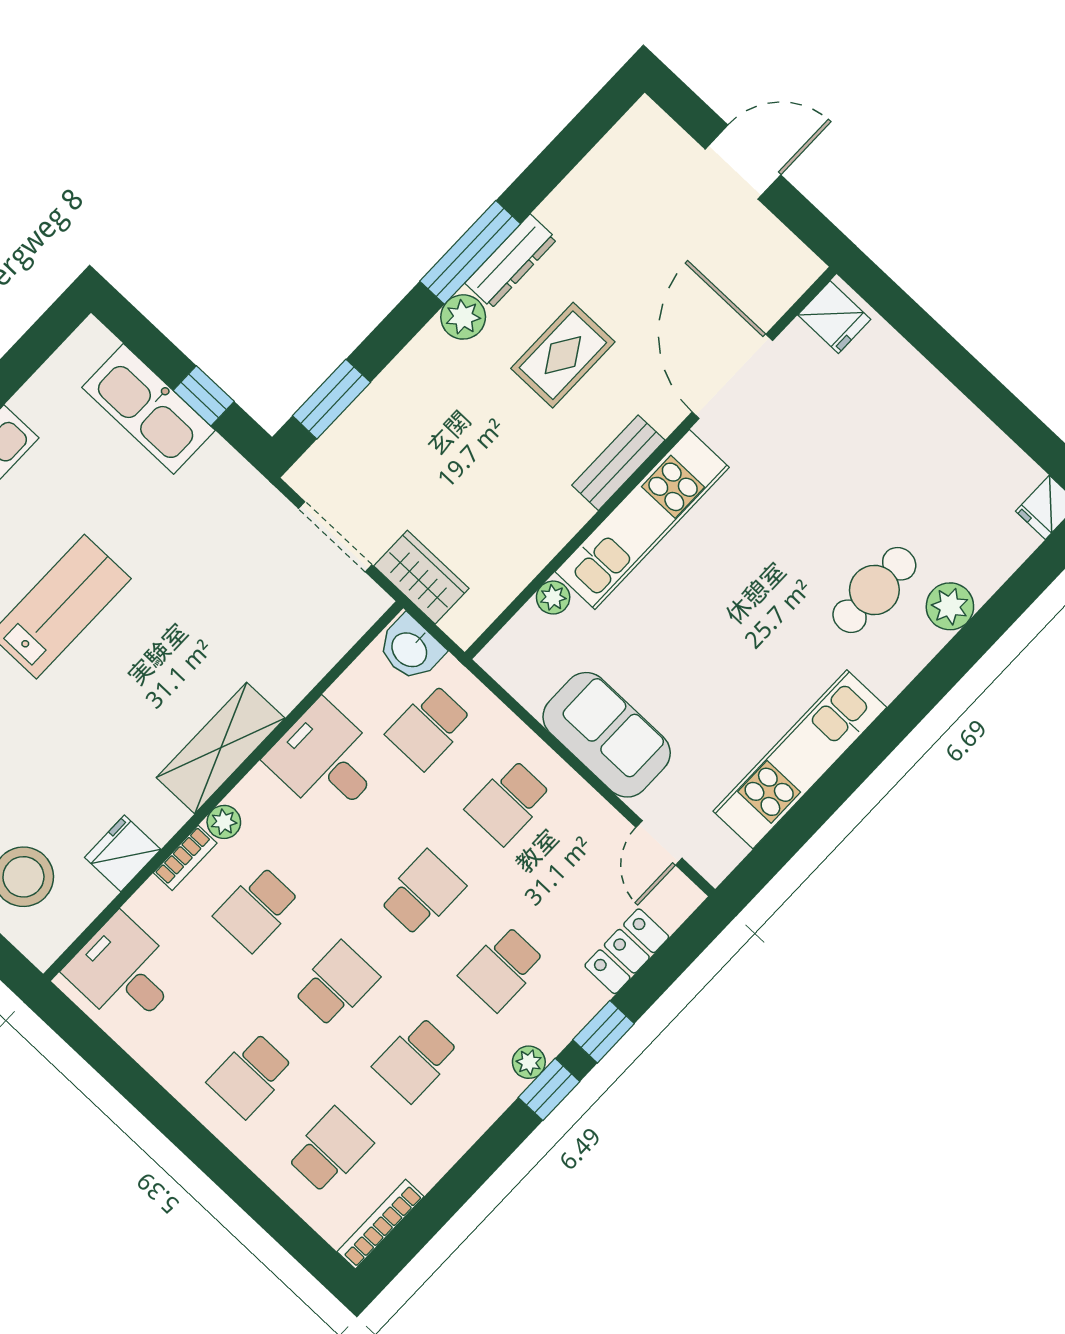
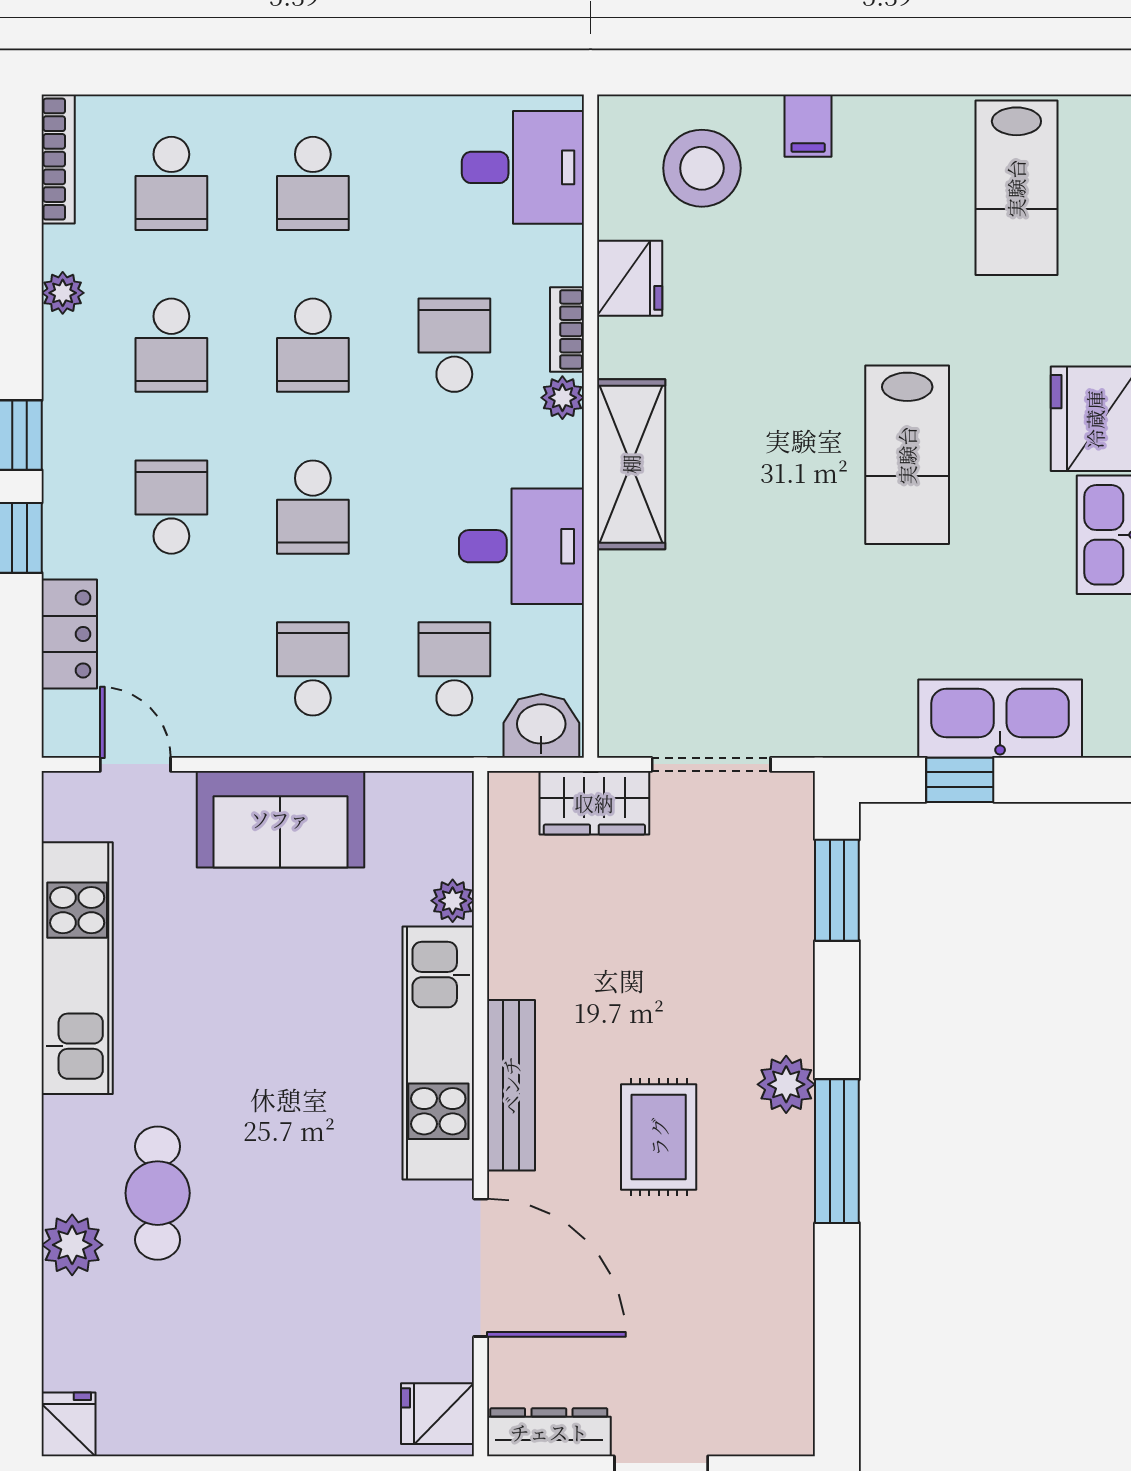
dresser: (511, 261) -> (549, 1432), moved, turned 90
bench: (618, 463) -> (511, 1085), width x1.36
school desk: (416, 1059) -> (171, 345), turned 180
plant: (529, 1062) -> (63, 293), moved
school desk: (250, 1075) -> (313, 183), turned 180

